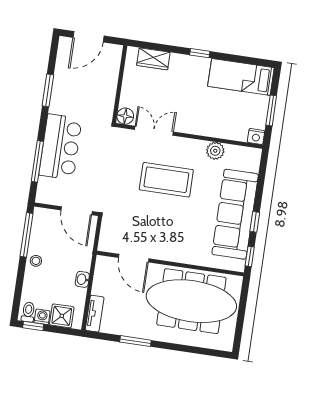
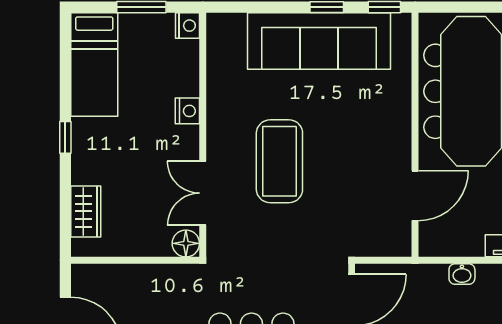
nightstand: (205, 129) -> (187, 111), added
plant: (215, 151) -> (221, 89), removed

